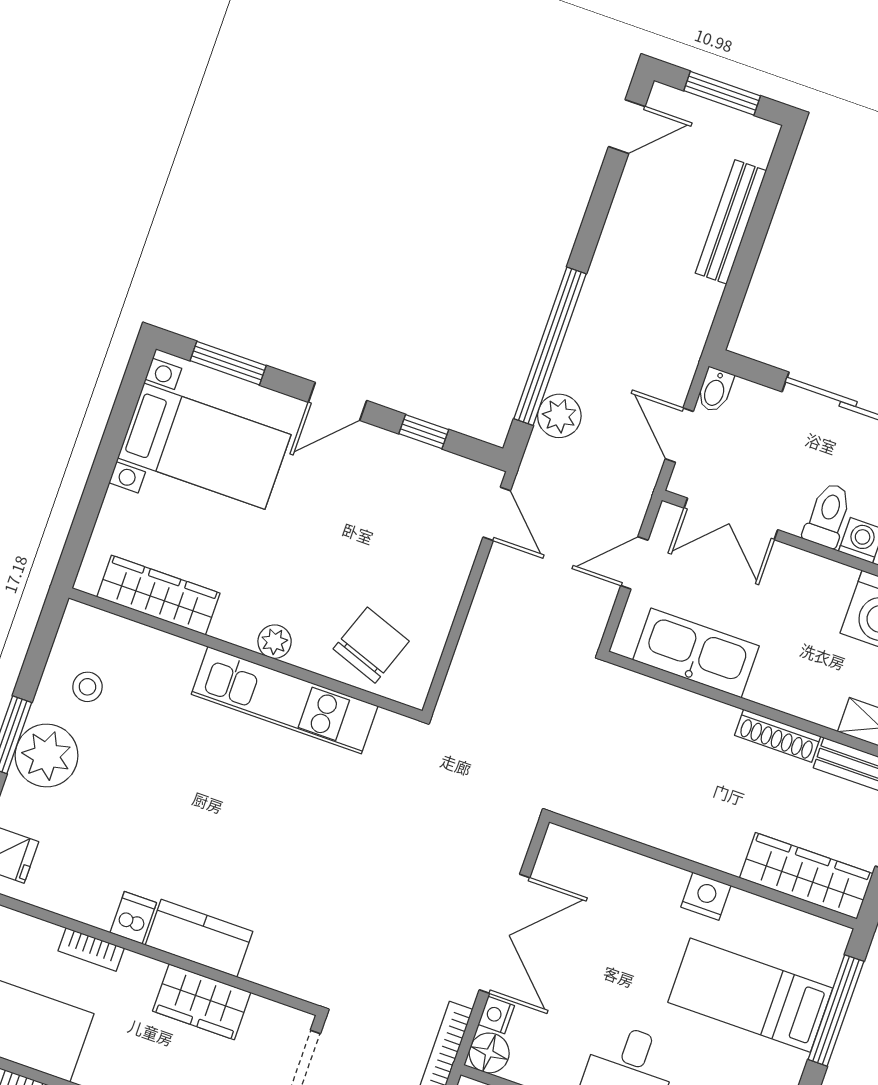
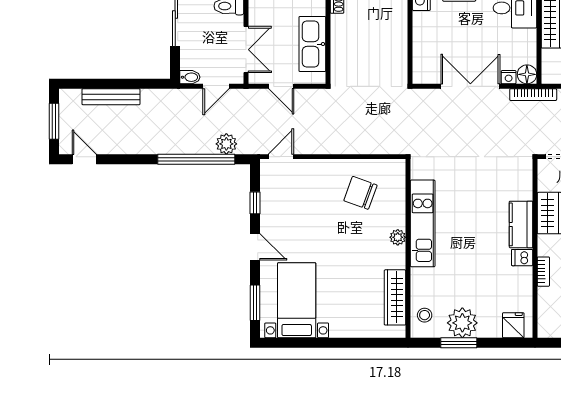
wardrobe: (158, 595) -> (395, 297), moved
plant: (275, 642) -> (398, 237), moved
wall: (246, 654) -> (408, 248), moved
kitchen unit: (285, 700) -> (423, 223), moved

